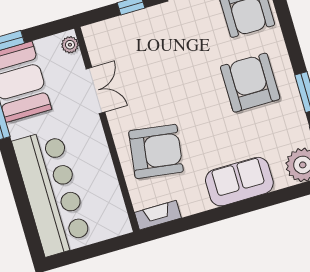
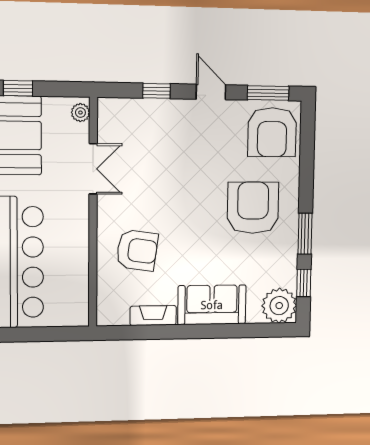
armchair: (156, 151) -> (137, 250), width x0.73, depth x0.73
fireplace: (158, 215) -> (153, 316), moved

